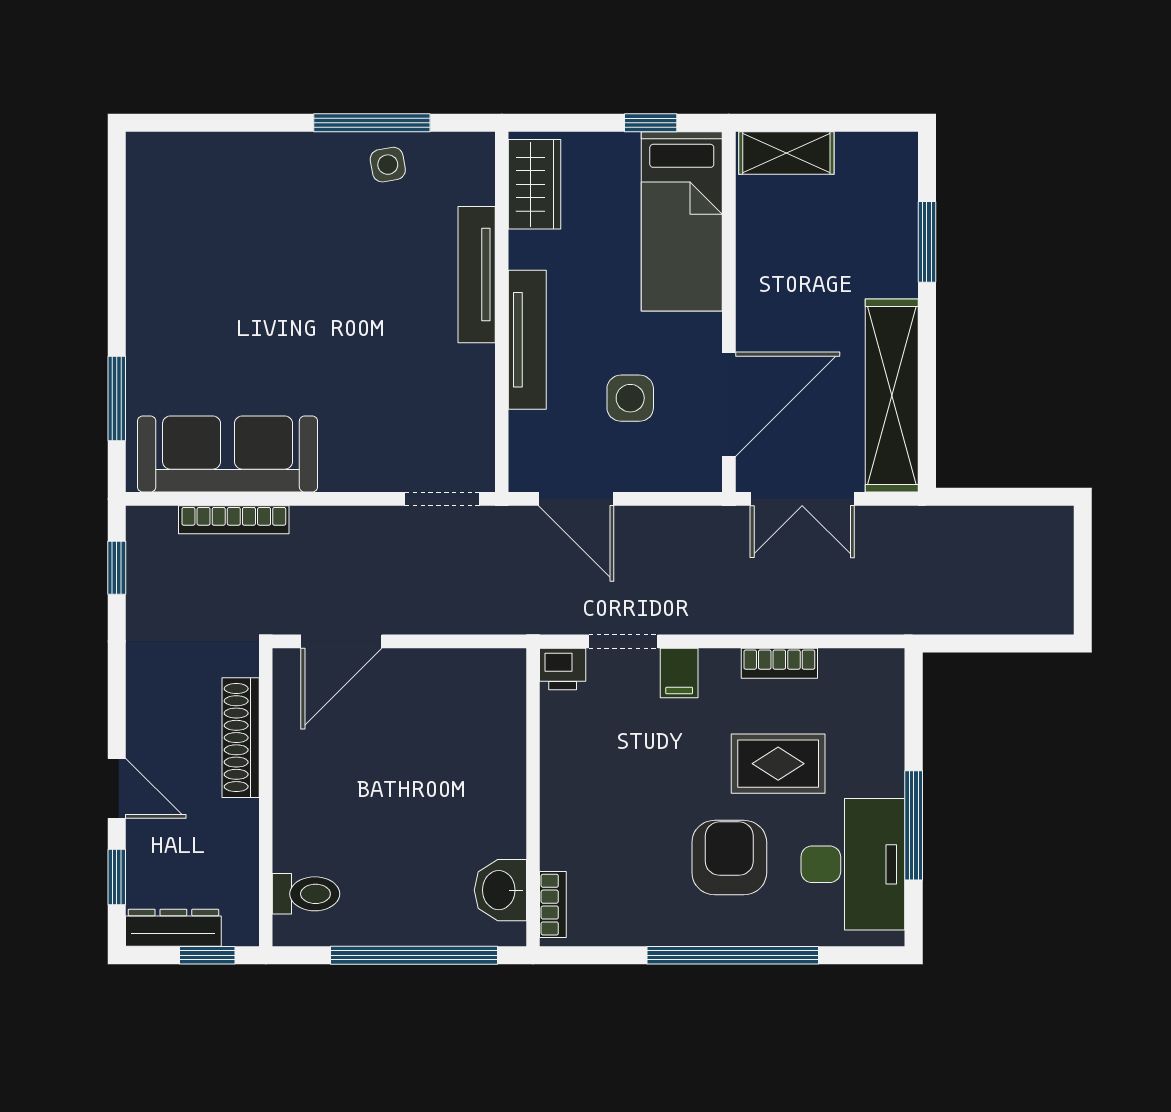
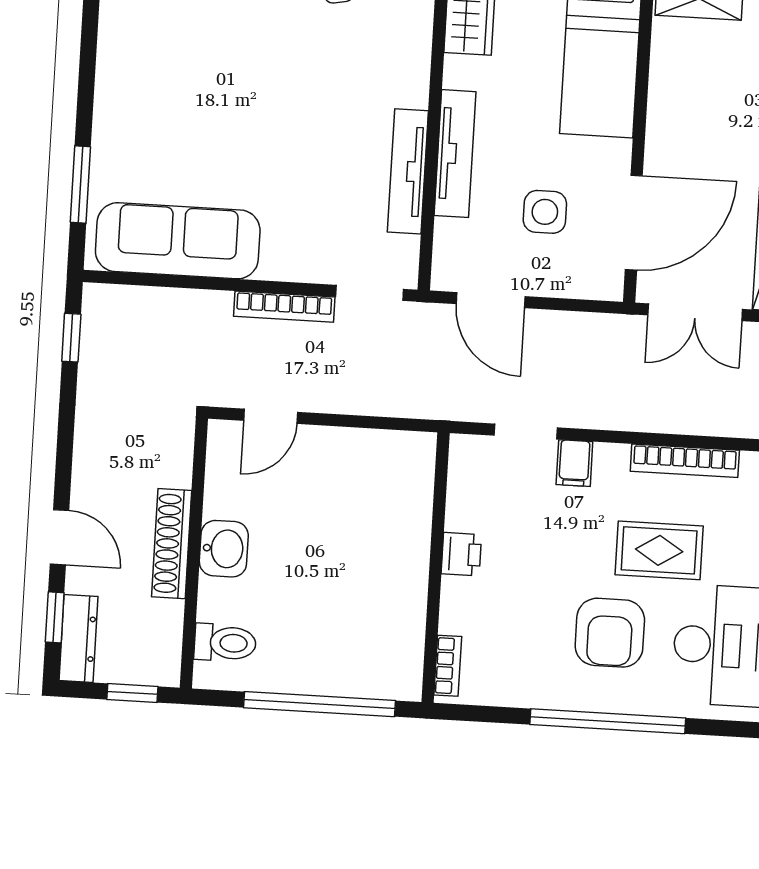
tv unit: (477, 275) -> (408, 171), moved
bookcase: (234, 520) -> (284, 307), moved
door: (341, 641) -> (271, 416), width x0.73
bookcase: (779, 663) -> (685, 461), width x1.56
printer: (563, 669) -> (461, 554), moved, turned -90
shoe rack: (241, 738) -> (172, 544), moved
armchair: (729, 858) -> (610, 633), turned 180
washbasin: (500, 890) -> (224, 549), moved, turned 180
dresser: (173, 928) -> (78, 638), moved, turned 90

